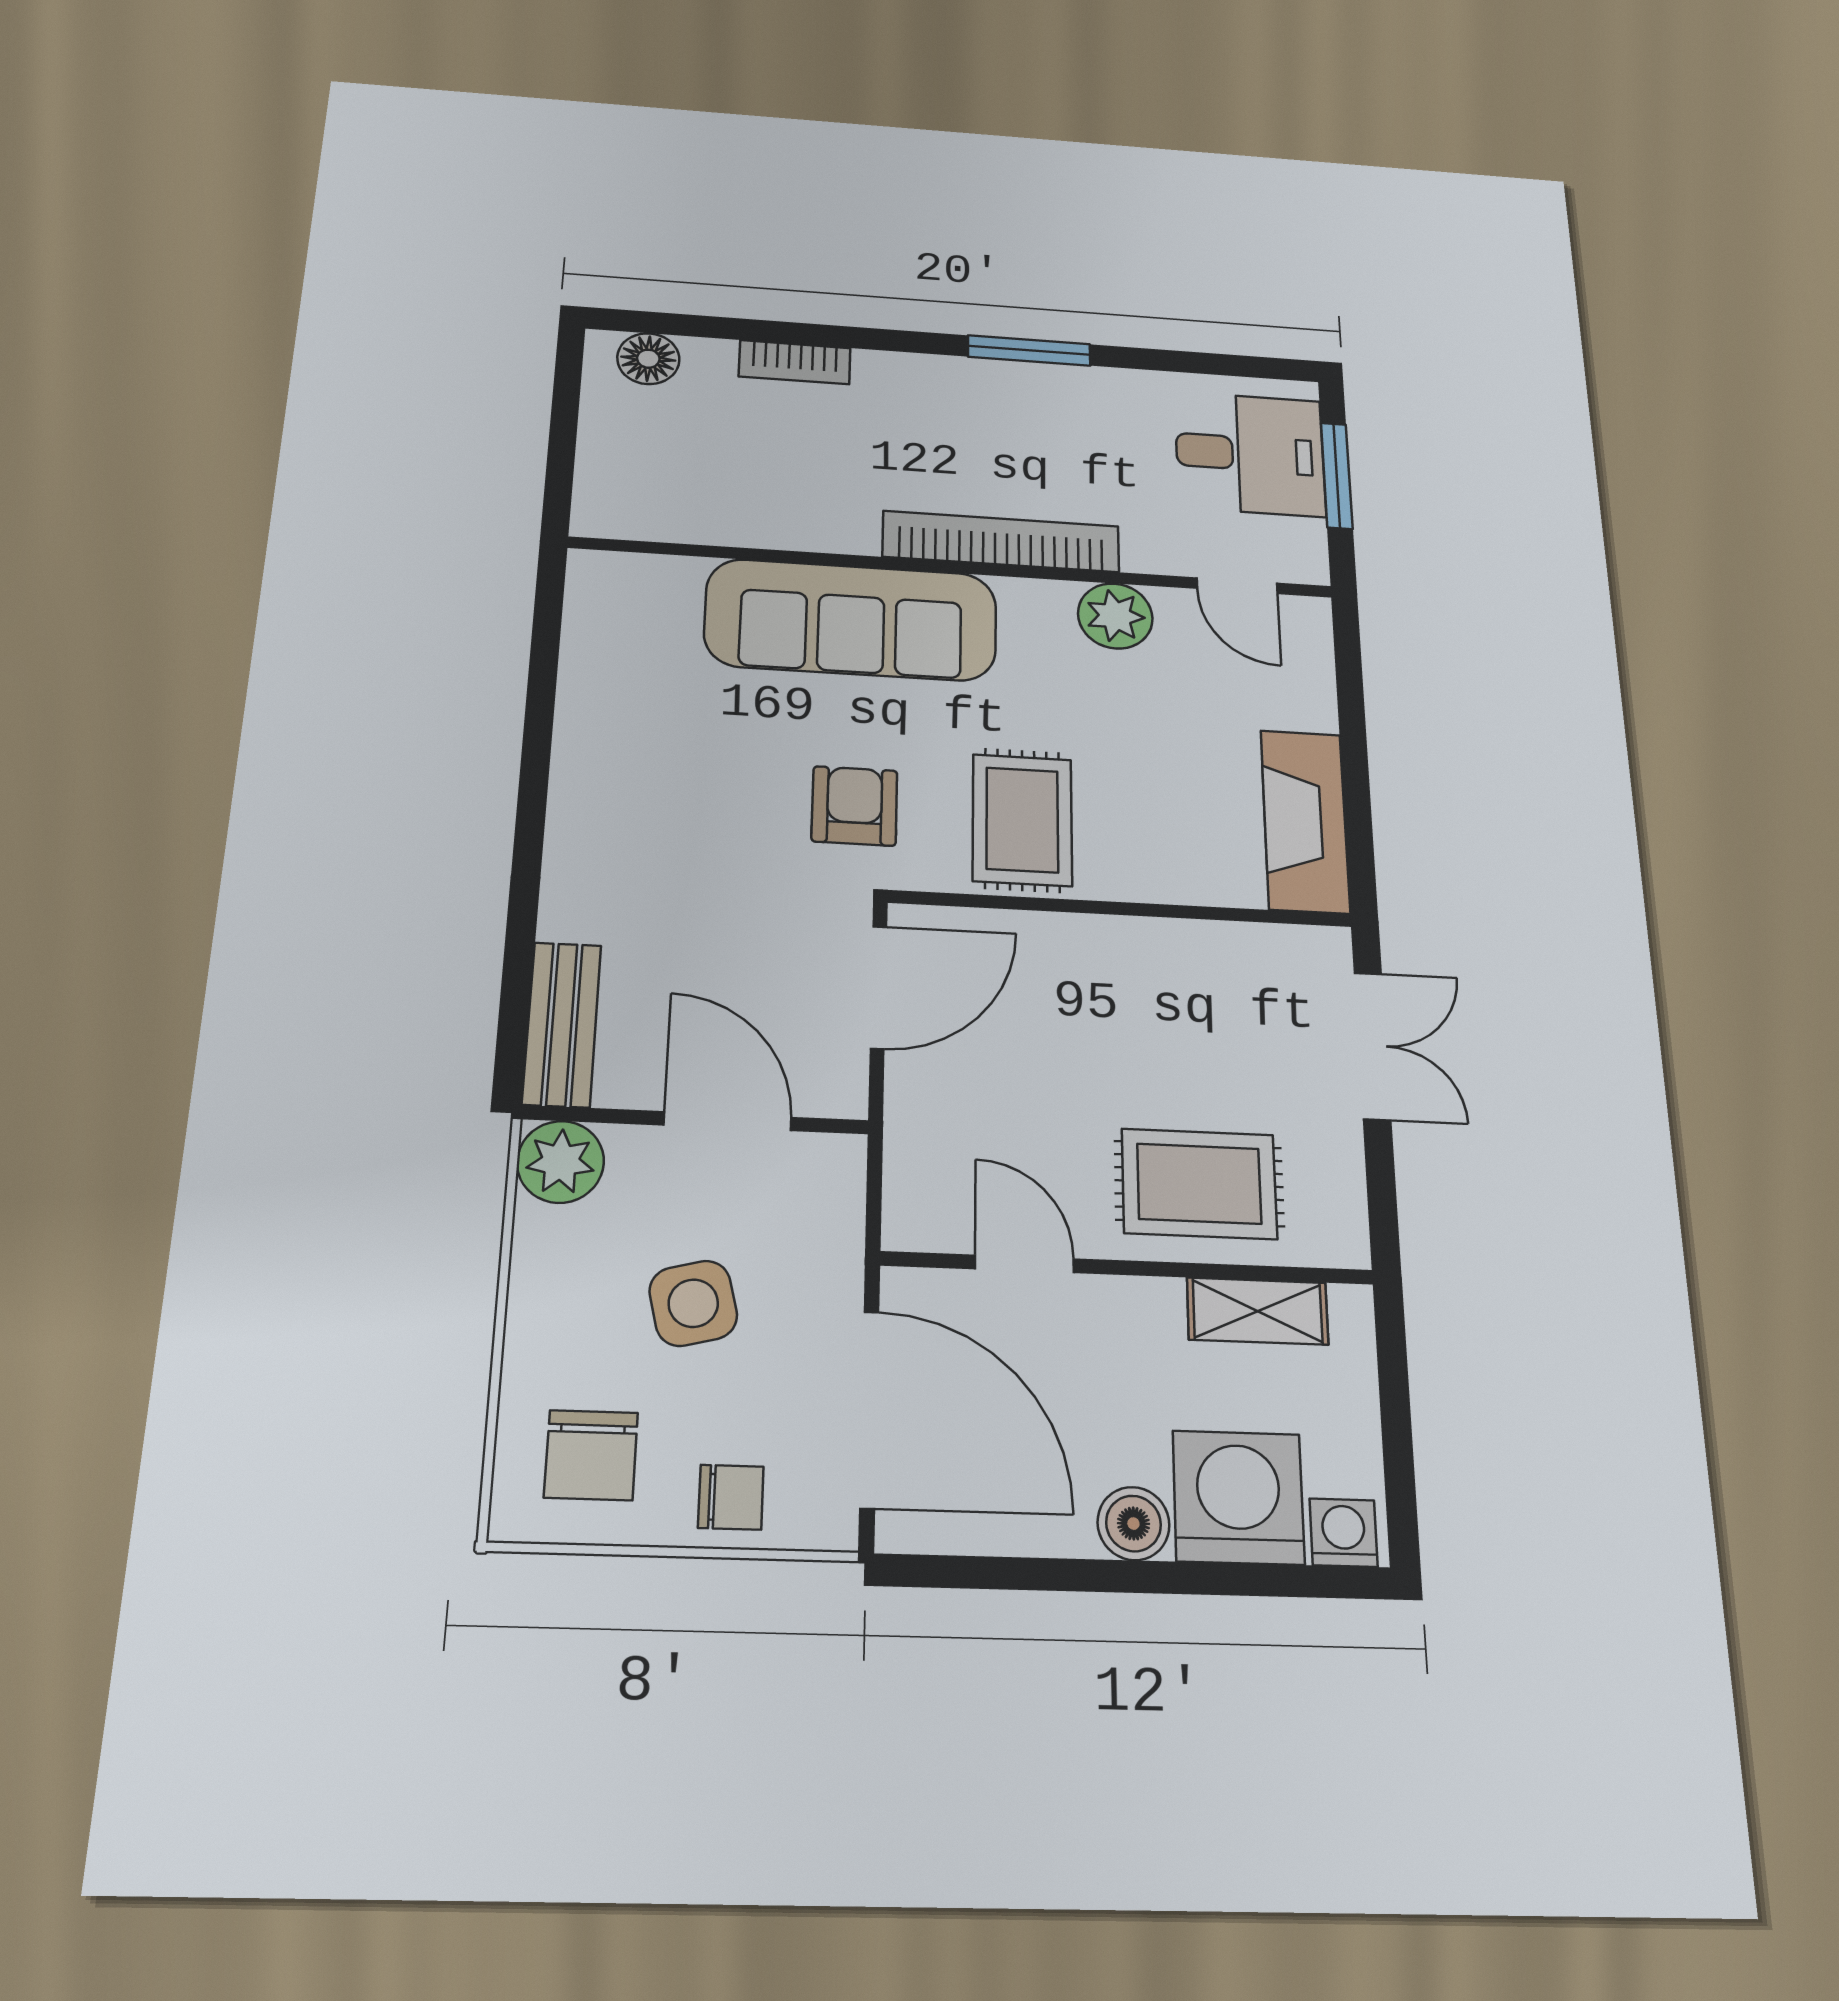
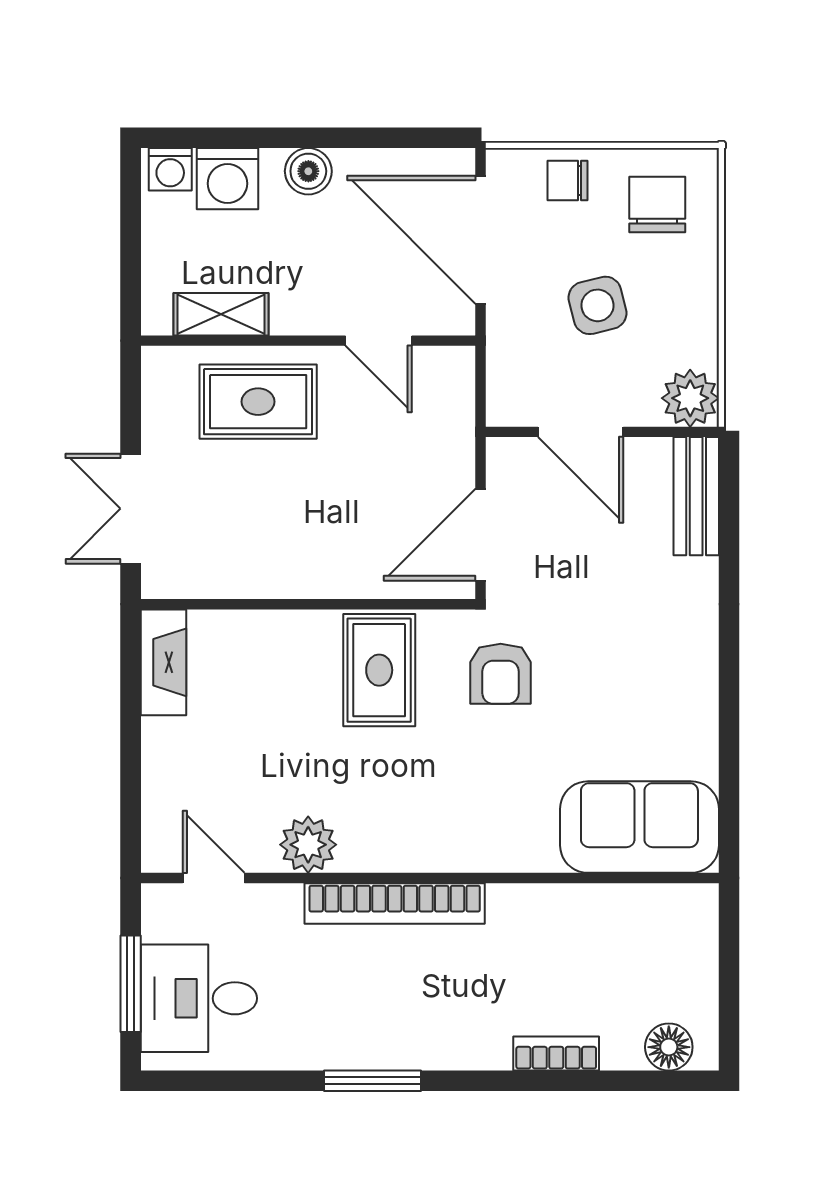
sofa: (851, 620) -> (639, 827), moved, width x0.73
fireplace: (1305, 821) -> (163, 662), width x0.73, depth x0.76
washing machine: (1238, 1497) -> (227, 179), width x0.73, depth x0.73

